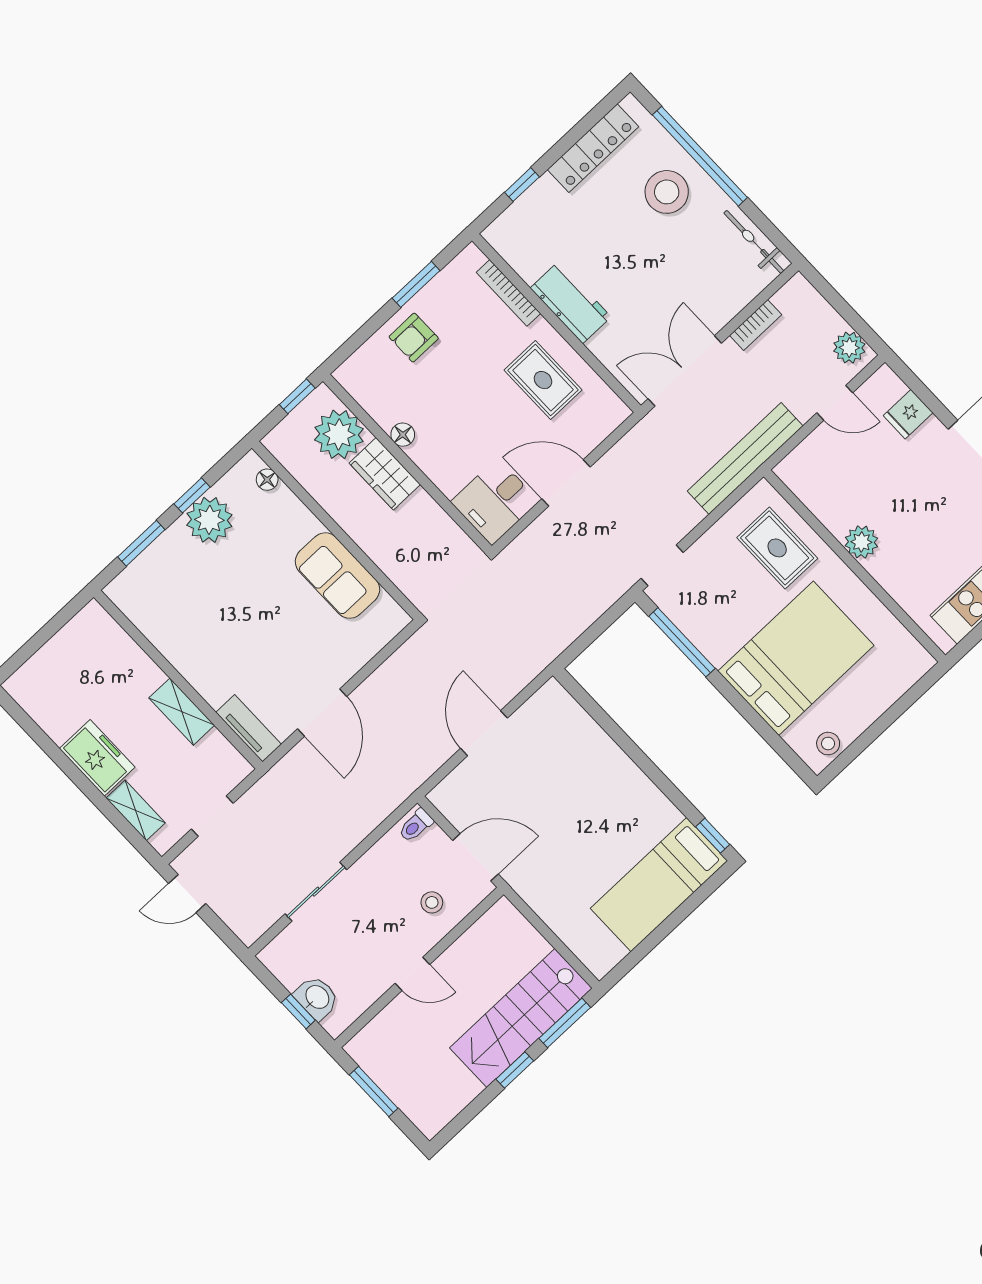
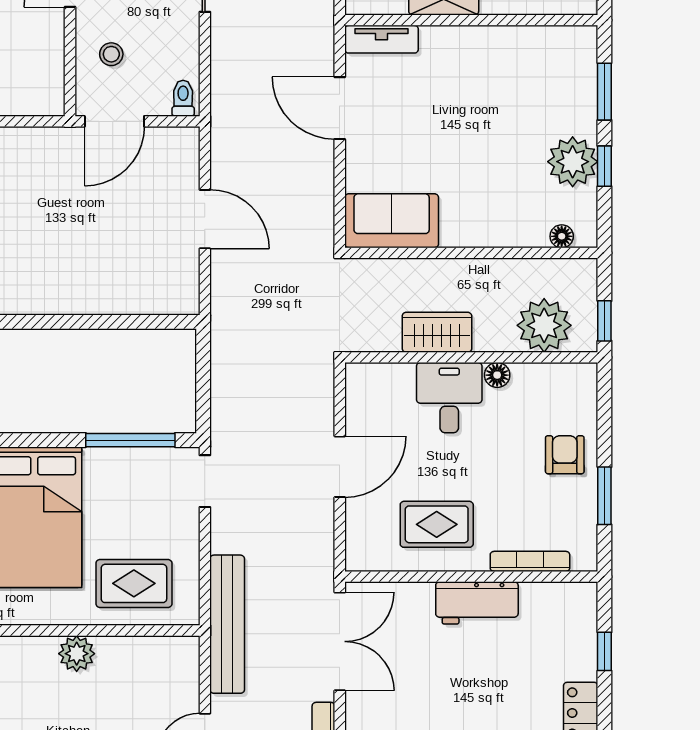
wardrobe: (385, 474) -> (437, 332), moved
desk: (495, 501) -> (449, 398), moved
sofa: (338, 576) -> (392, 221), moved

